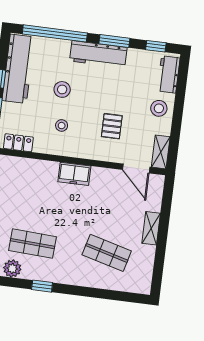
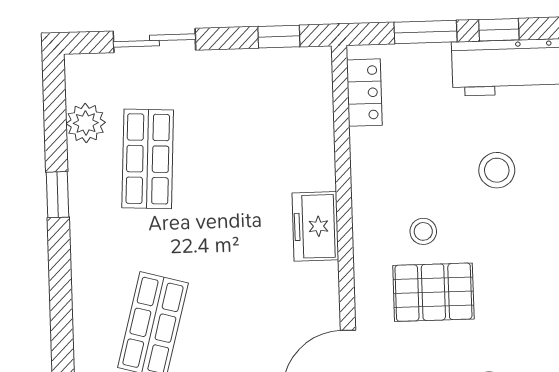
stool: (62, 126) -> (423, 231), moved
pallet: (112, 126) -> (433, 292), width x1.50, depth x1.42

